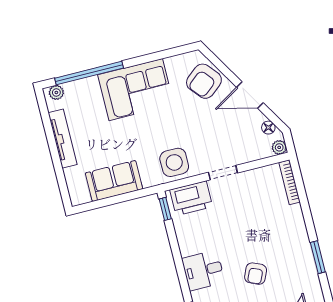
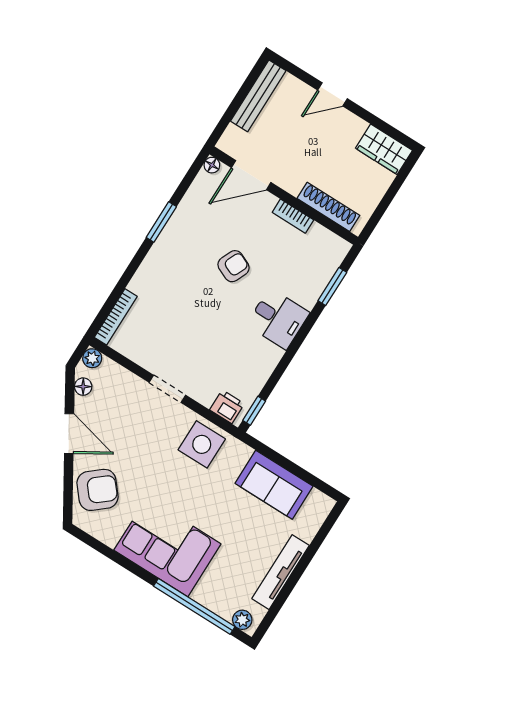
printer: (191, 198) -> (227, 407), width x0.53, depth x0.68

